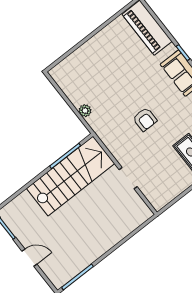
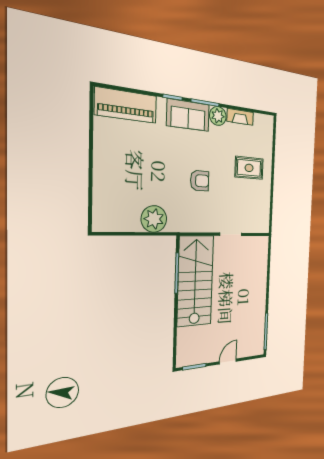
plant: (85, 111) -> (154, 219), width x1.87, depth x1.87

